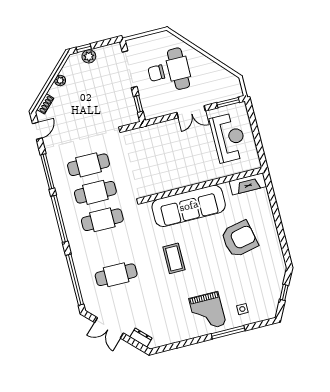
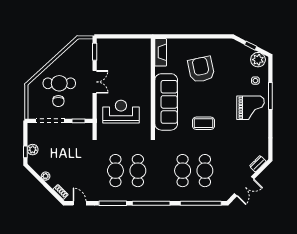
reception desk: (229, 138) -> (121, 112), moved
cafe table: (102, 220) -> (183, 171), moved
plant: (269, 306) -> (258, 60), added

